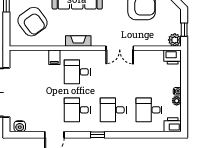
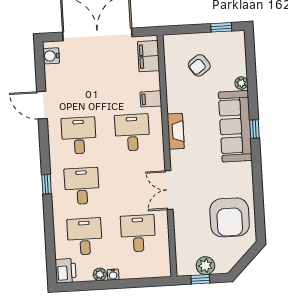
armchair: (33, 22) -> (199, 65), width x0.53, depth x0.53
plant: (175, 40) -> (205, 266), moved
filing cabinet: (24, 57) -> (149, 56), added
printer: (173, 57) -> (161, 265), removed
desk: (149, 72) -> (138, 233), added
window: (97, 135) -> (47, 184), moved

